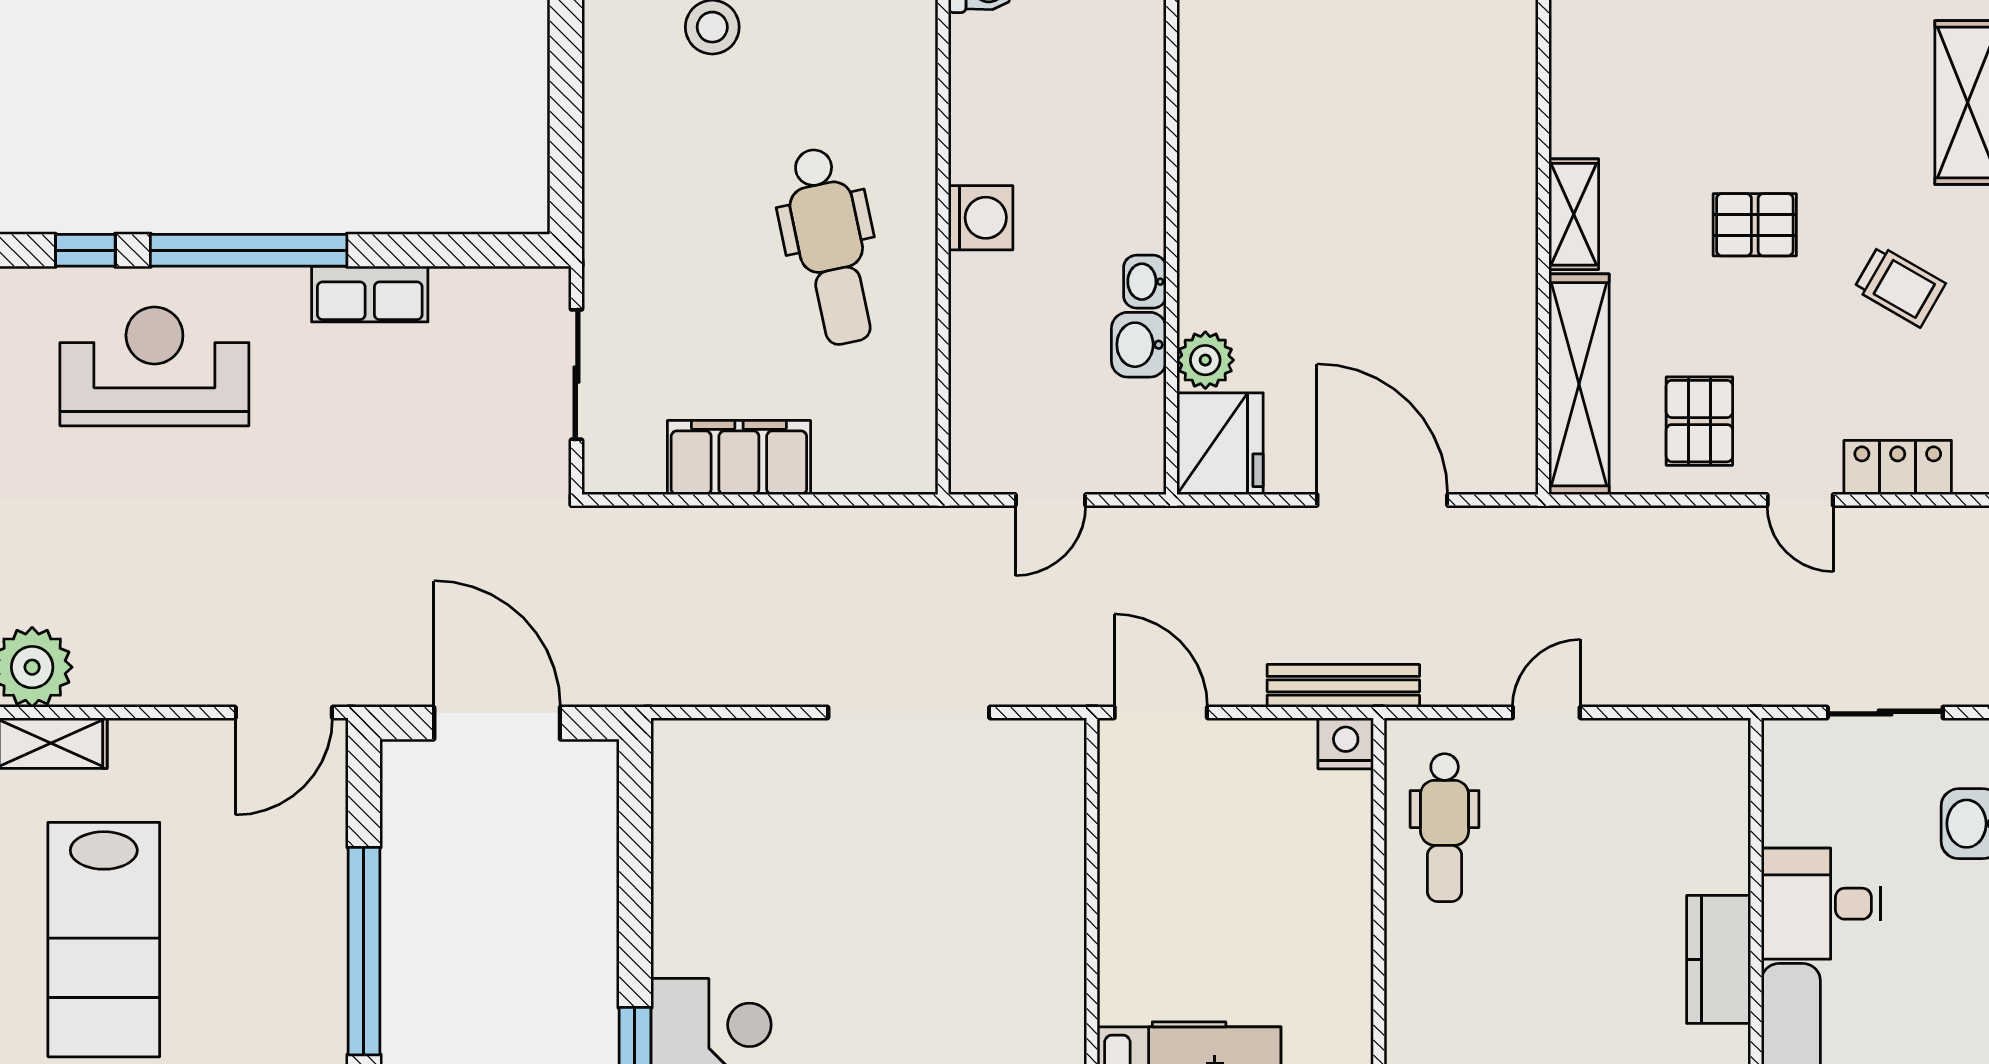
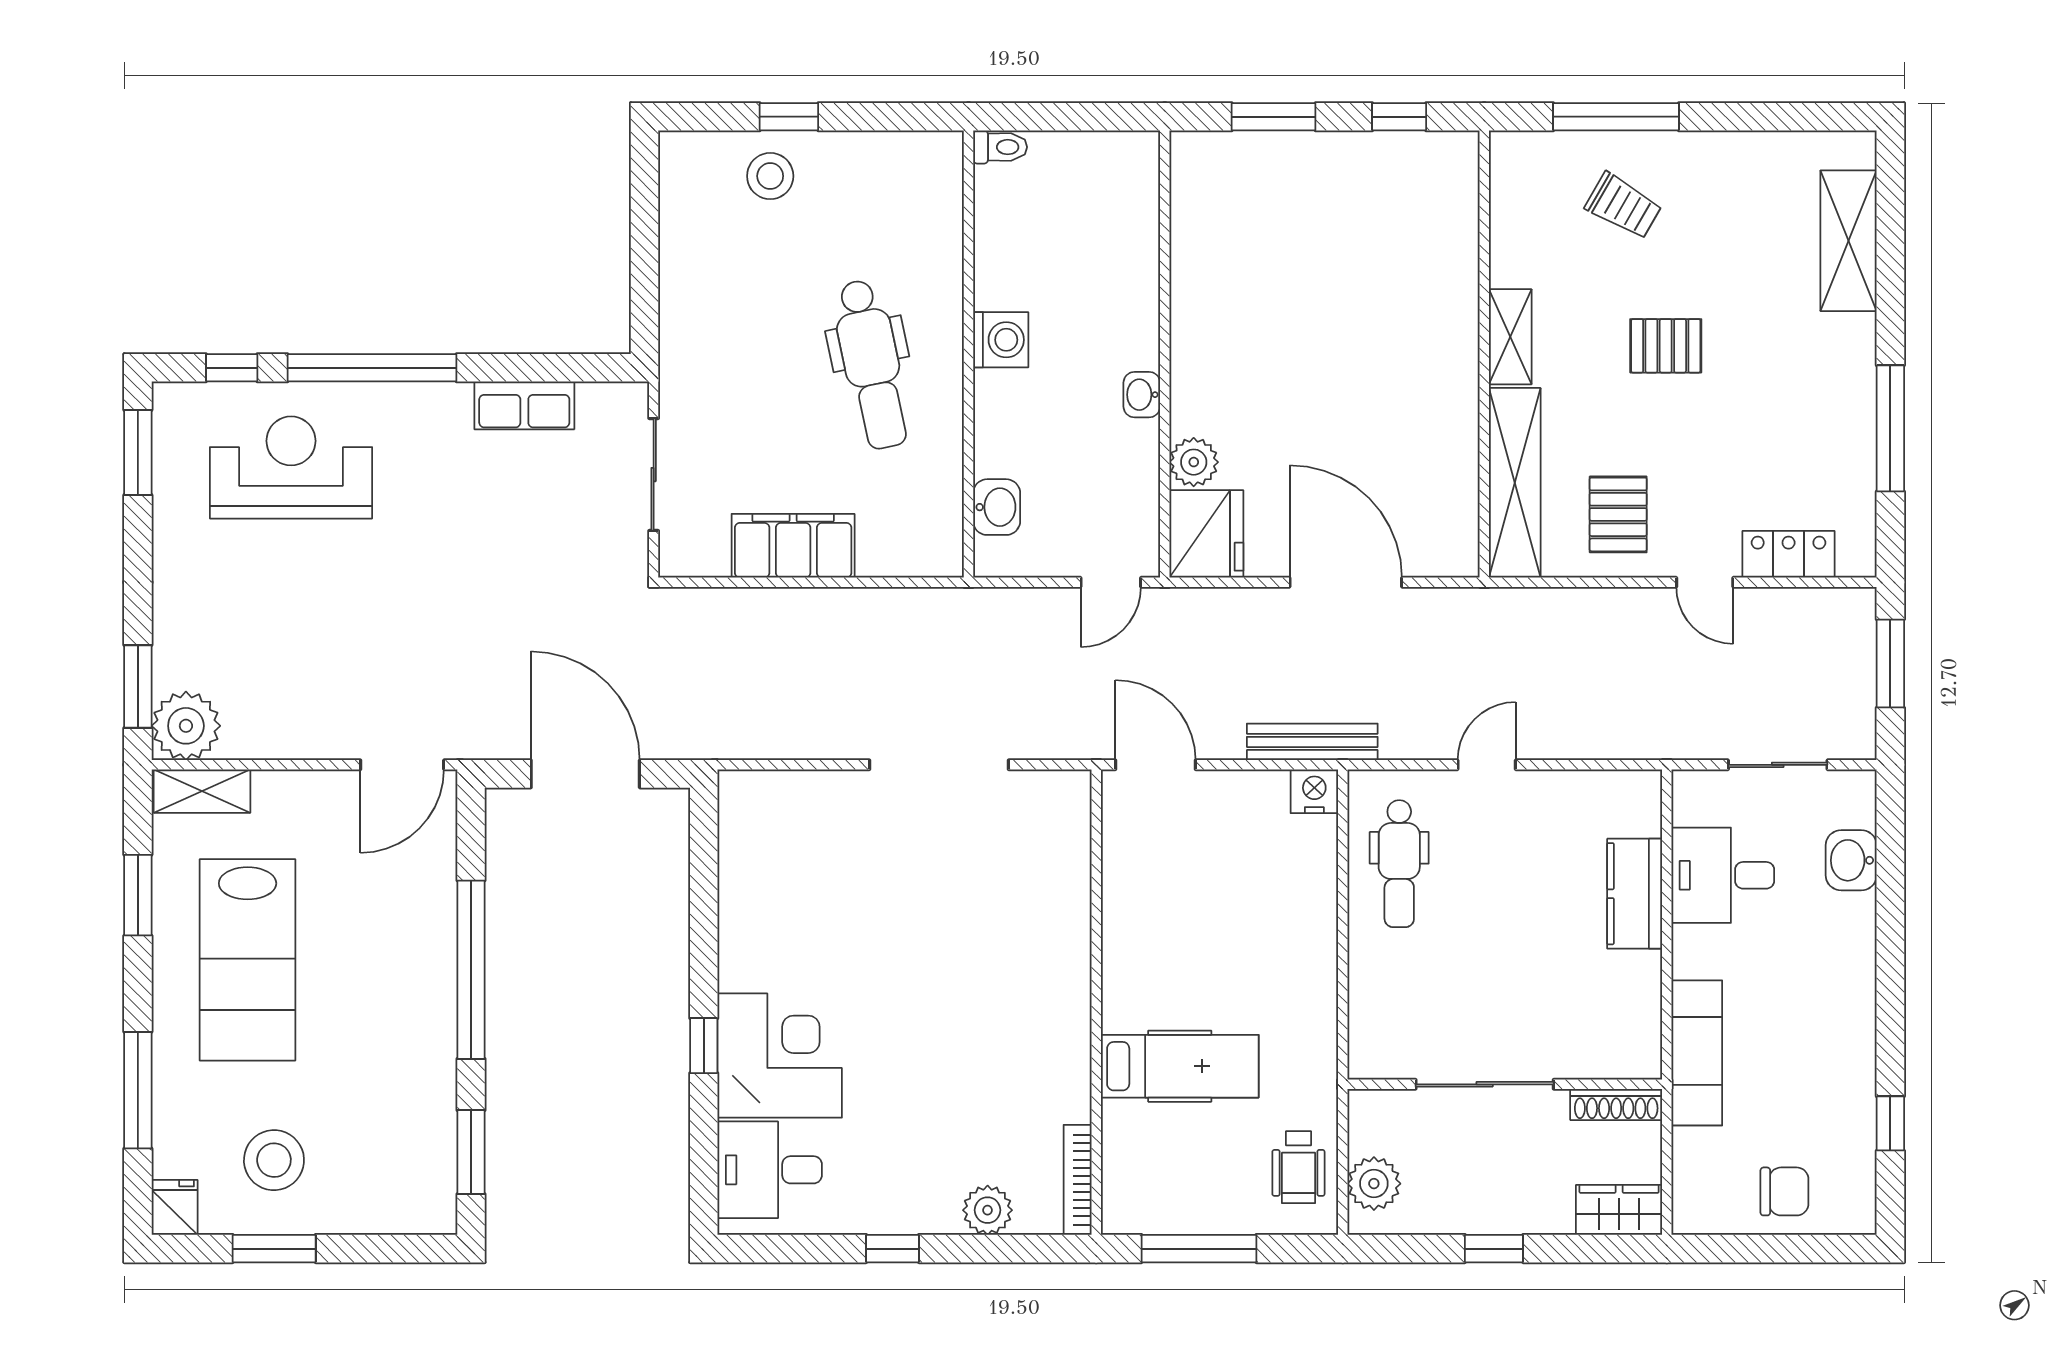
trolley: (1900, 286) -> (1623, 206), moved
row of seats: (370, 294) -> (524, 405), moved
washbasin: (1139, 345) -> (997, 507), moved, turned 180
door: (1051, 500) -> (1111, 582), moved
desk: (1821, 904) -> (1723, 875), moved
kitchen counter: (1719, 959) -> (1635, 894), moved

